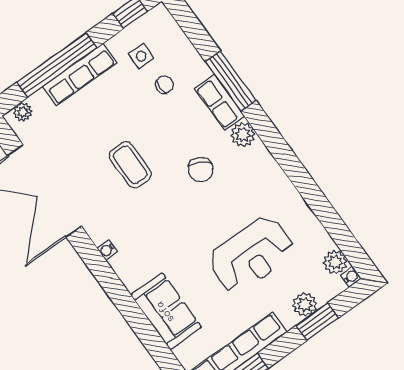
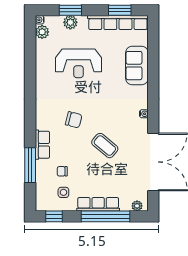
window: (231, 81) -> (30, 165), moved
plant: (243, 135) -> (42, 122), removed
coffee table: (130, 165) -> (105, 146), turned -50
chair: (201, 170) -> (74, 120), turned 75
reception desk: (251, 255) -> (79, 63), turned 180

